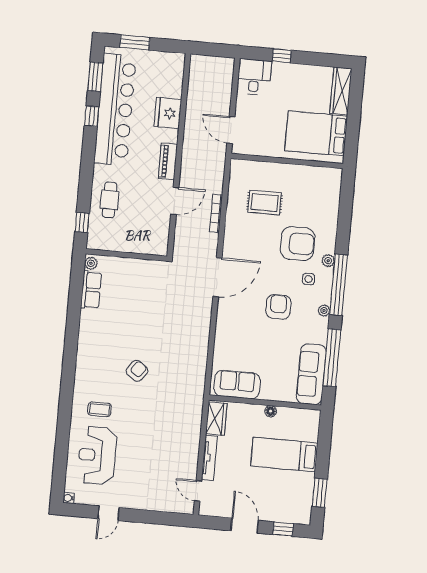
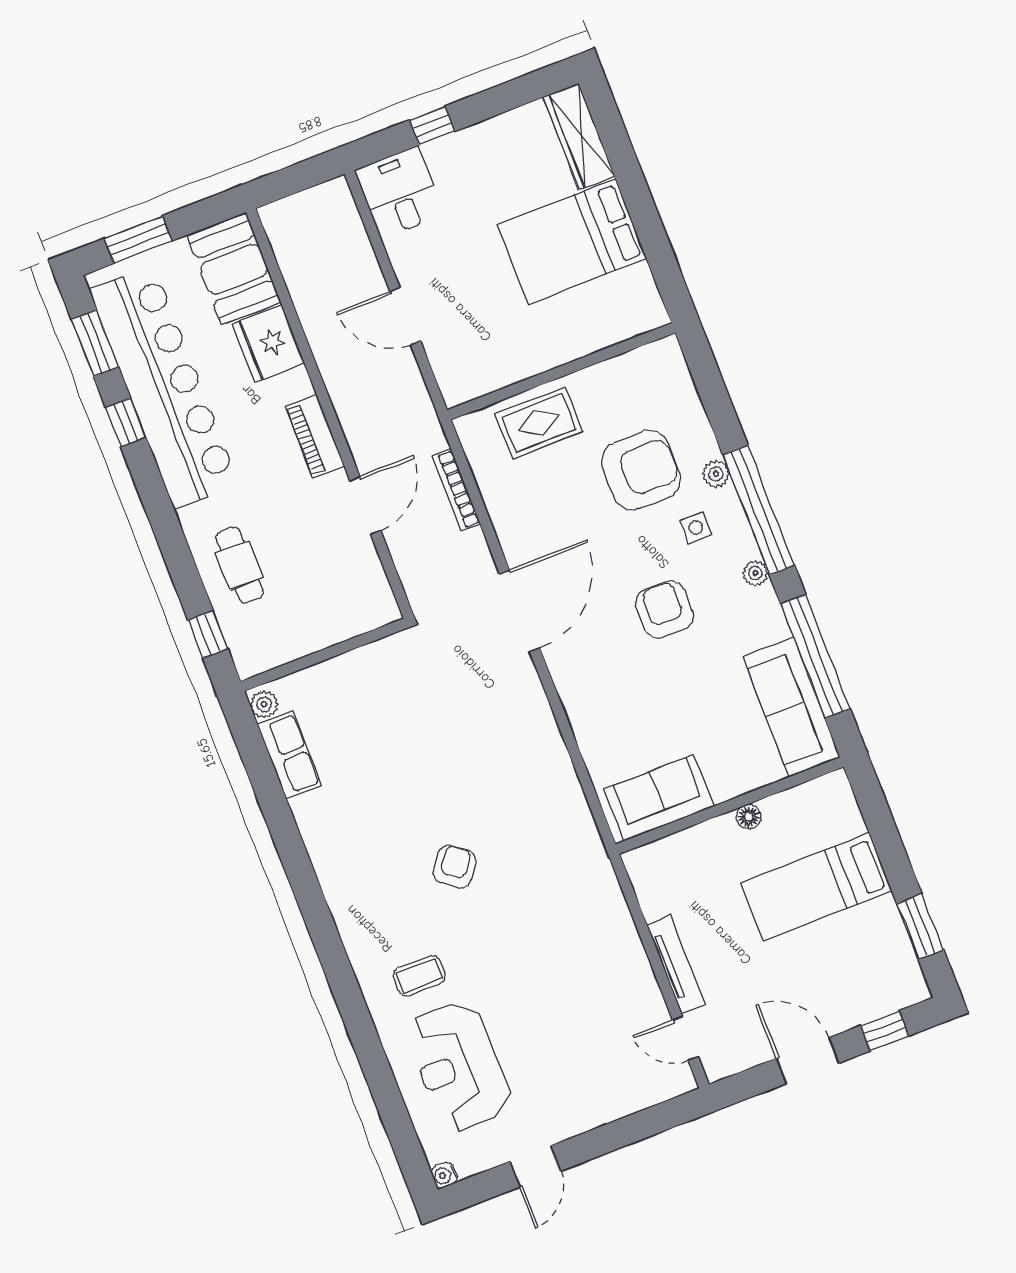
booth: (169, 75) -> (234, 269), added
wall: (287, 161) -> (561, 371), moved
wardrobe: (216, 419) -> (652, 883), removed

